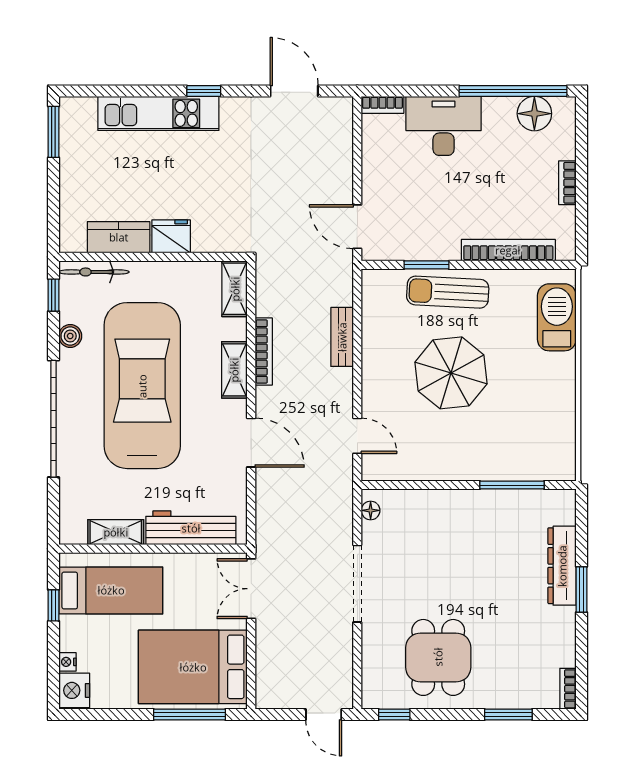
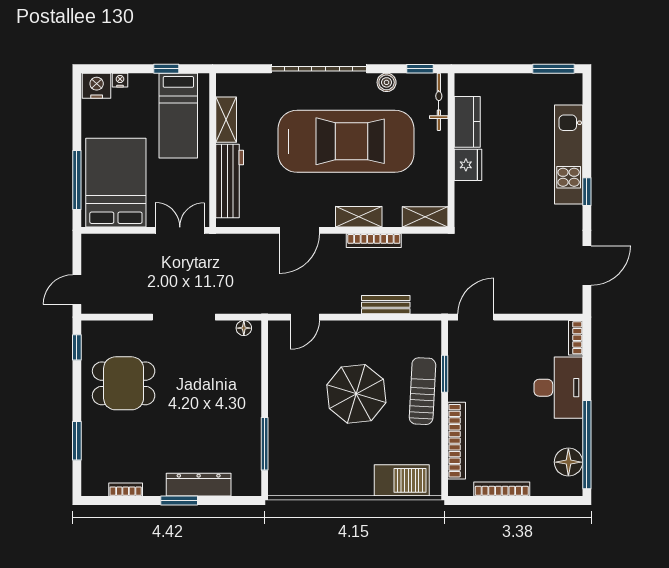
bookcase: (567, 183) -> (502, 489), width x1.56
bookcase: (568, 689) -> (126, 489), moved

